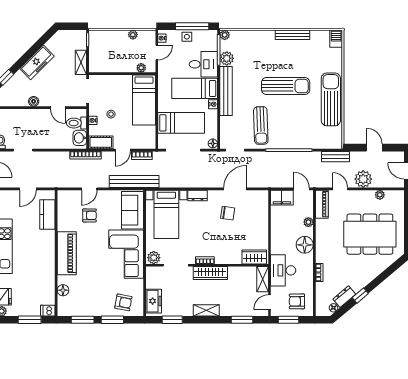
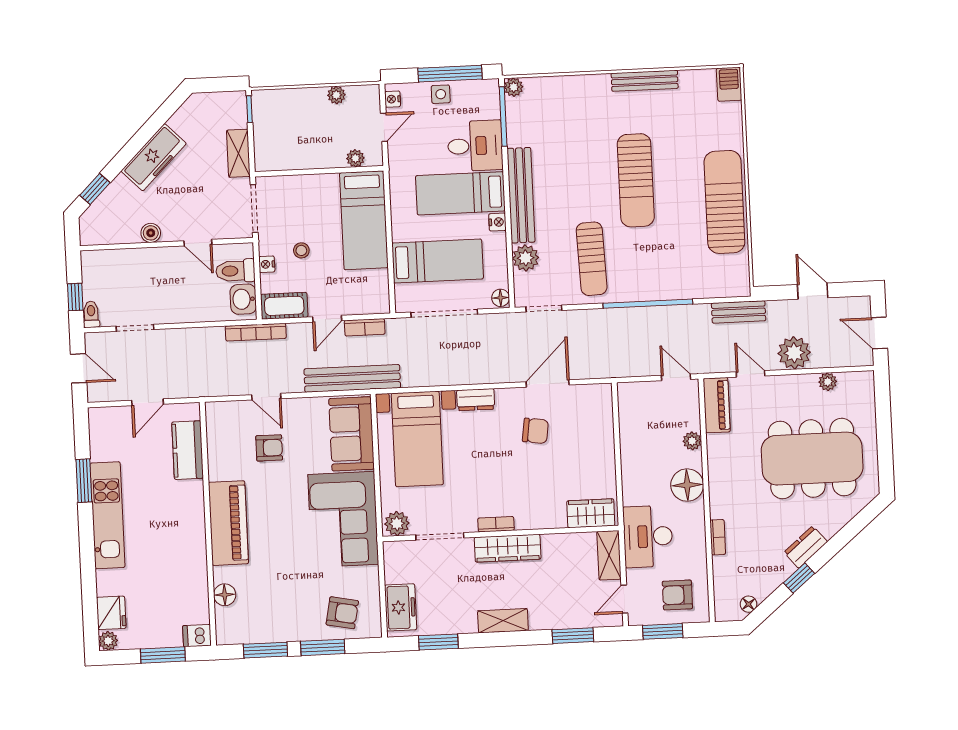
plant: (227, 58) -> (526, 258), moved
sun lounger: (286, 86) -> (636, 180), turned 90
door: (89, 189) -> (266, 397), hinge flipped
filing cabinet: (282, 198) -> (639, 396), removed
dresser: (344, 297) -> (806, 547), moved

